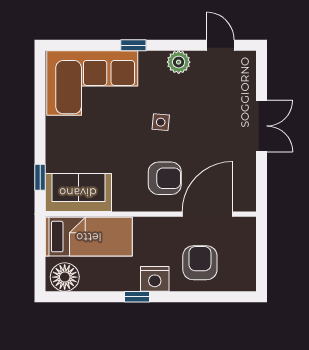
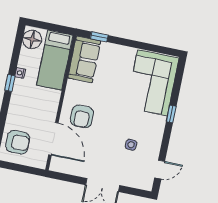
plant: (179, 62) -> (154, 141), removed
side table: (161, 122) -> (131, 145), moved
armchair: (200, 263) -> (18, 142), moved
nightstand: (155, 279) -> (20, 73), moved, width x0.53, depth x0.56

